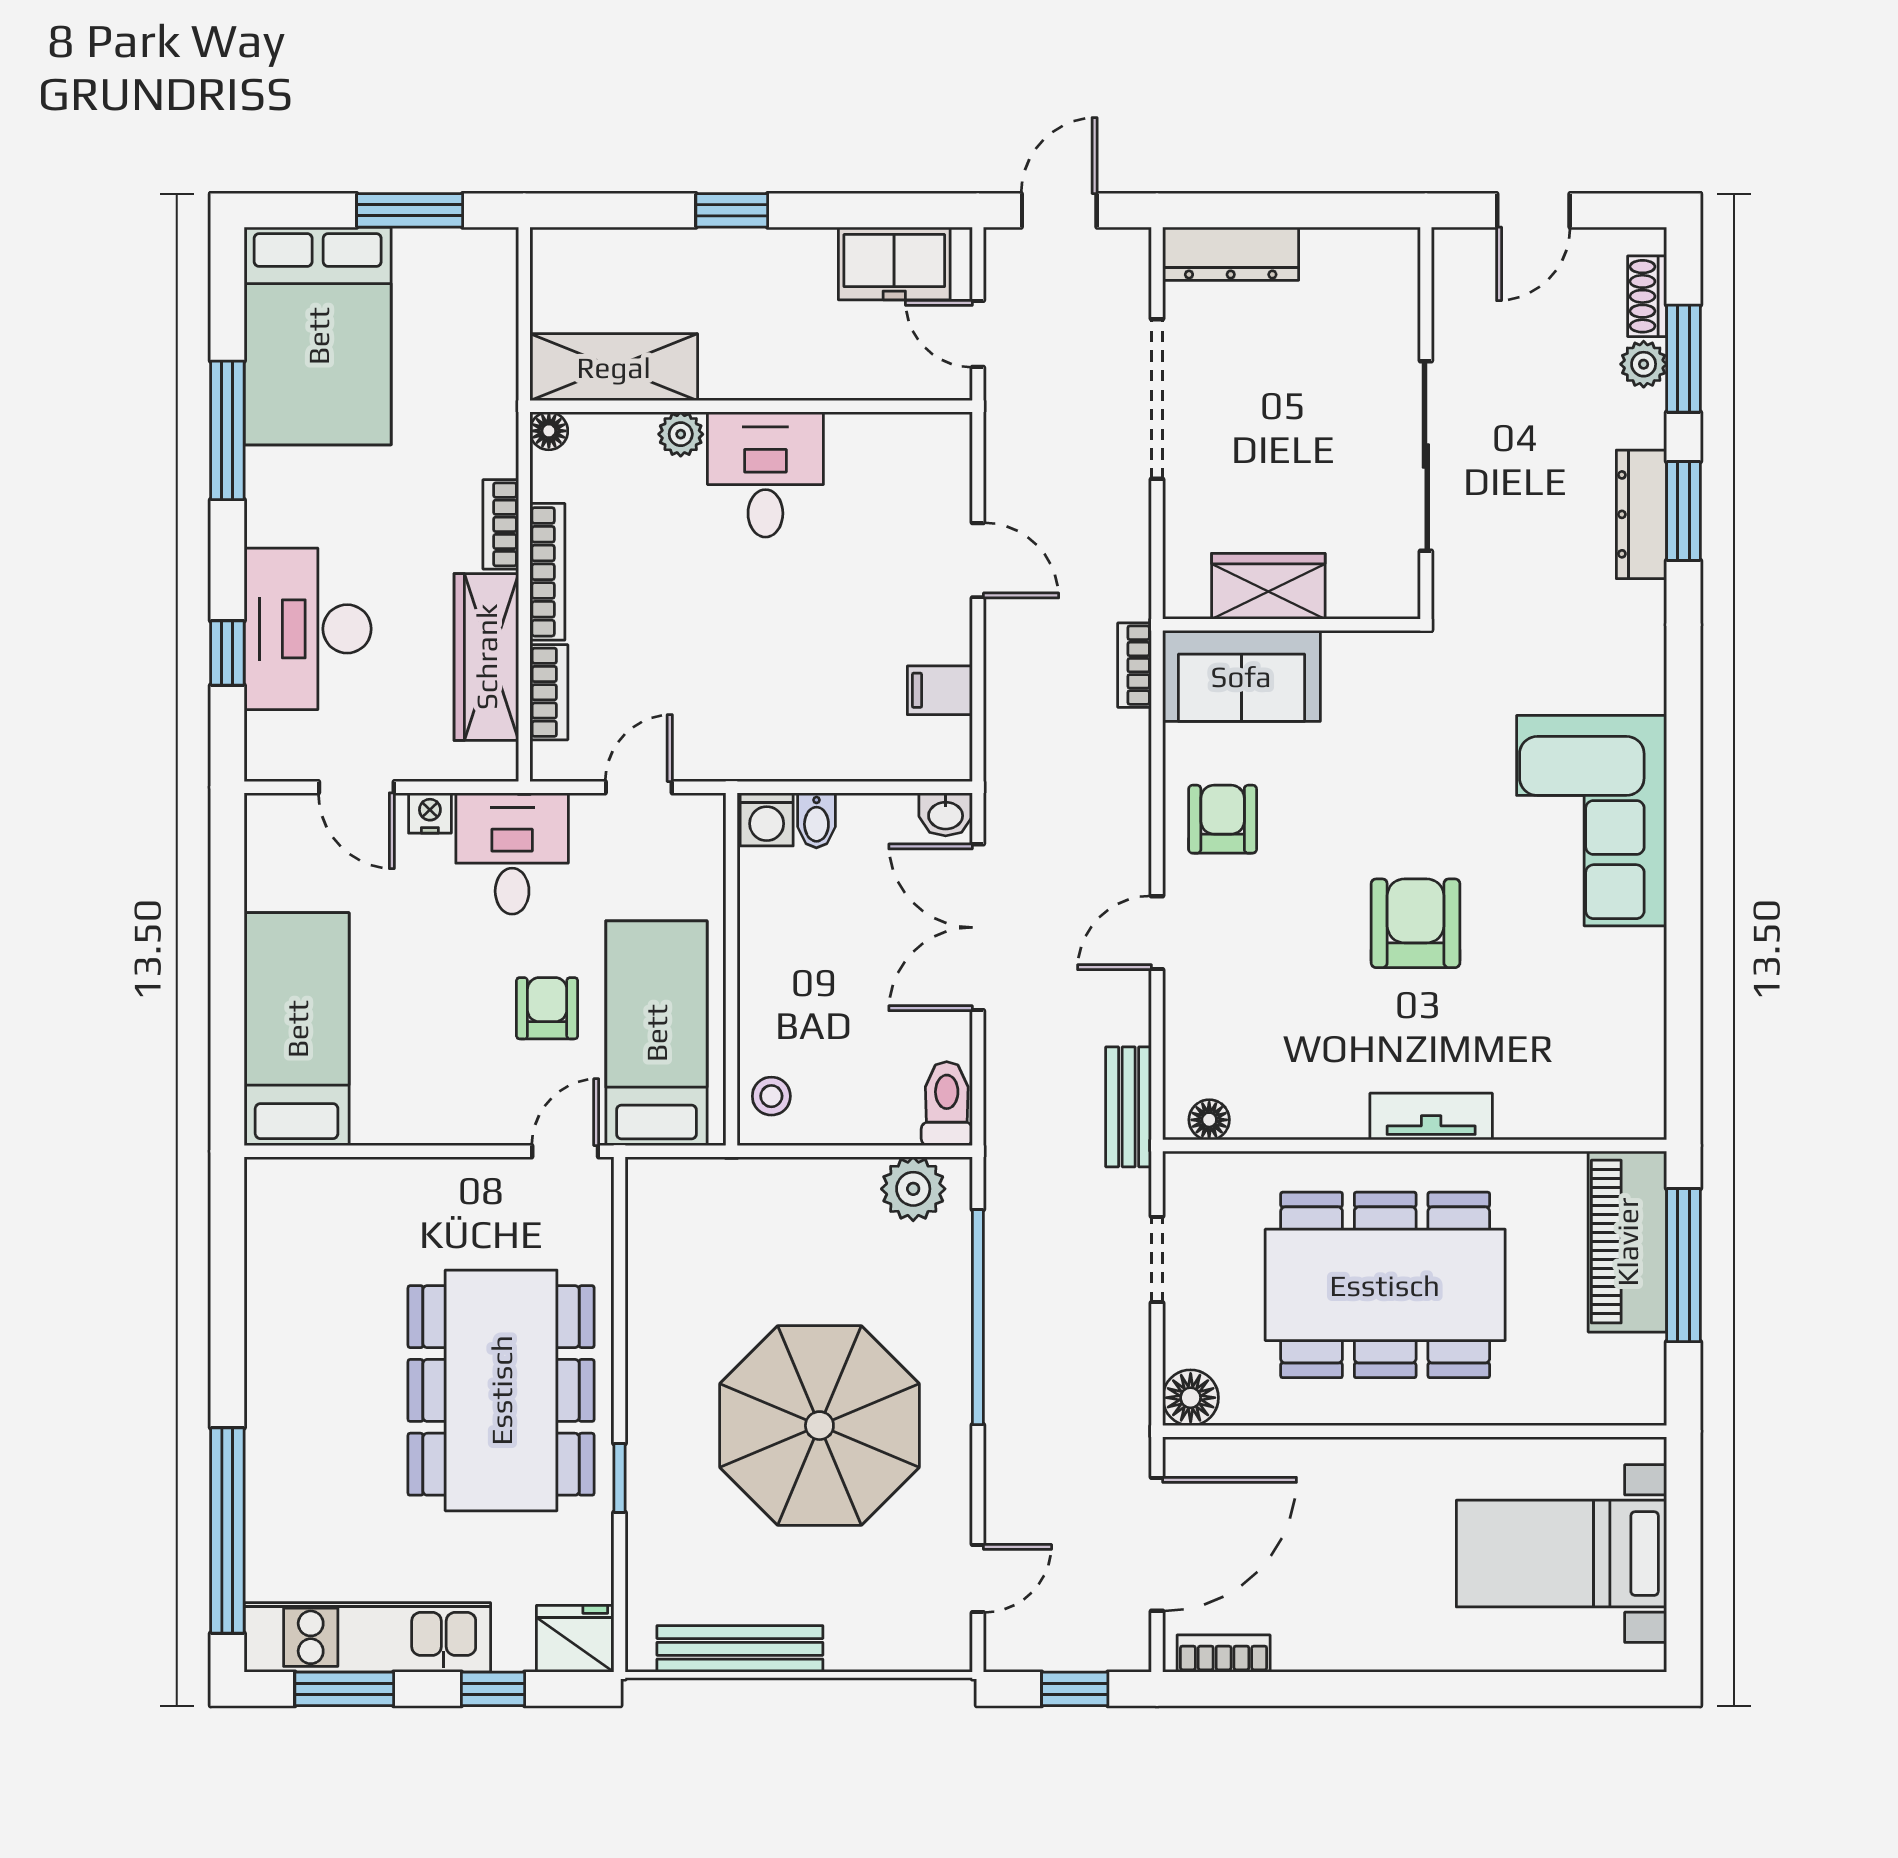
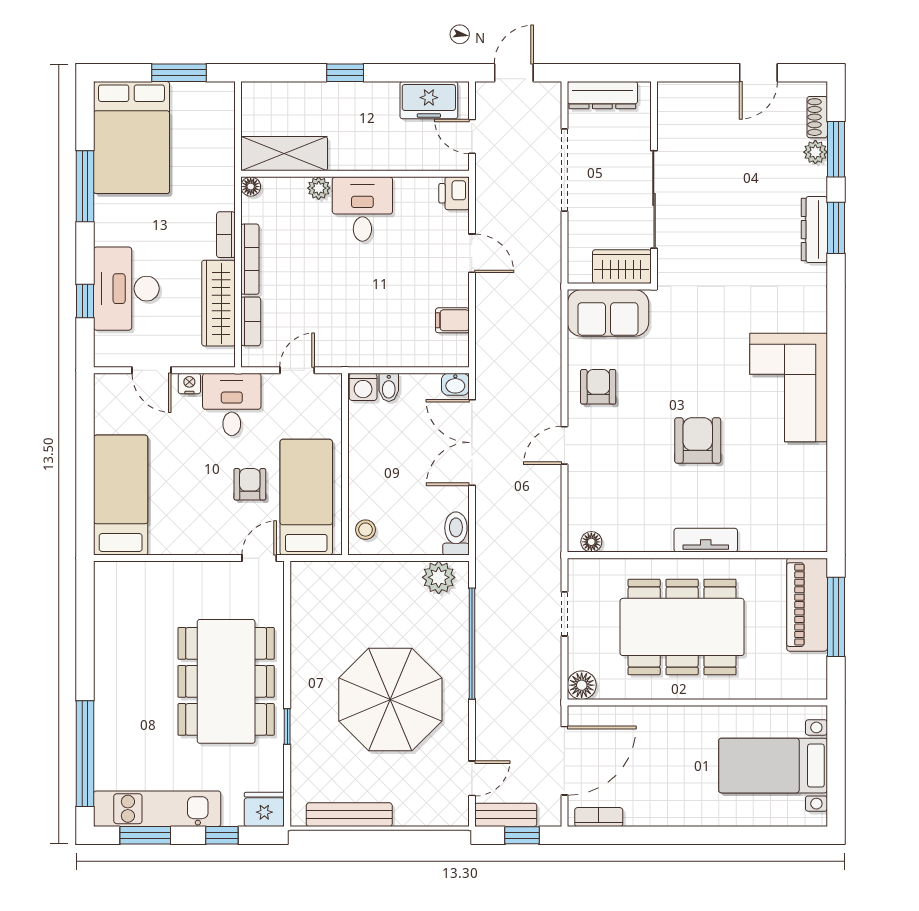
wall: (1426, 423) -> (654, 182), moved
printer: (943, 444) -> (454, 193), added
sliding door: (1426, 456) -> (654, 199), moved
bookcase: (1135, 665) -> (553, 307), removed
bench: (1129, 1107) -> (506, 815), moved, turned 90

